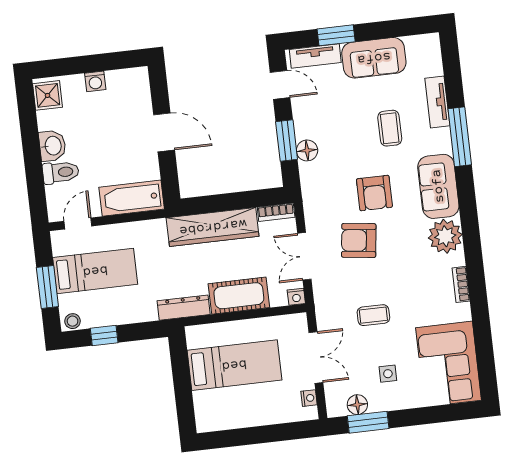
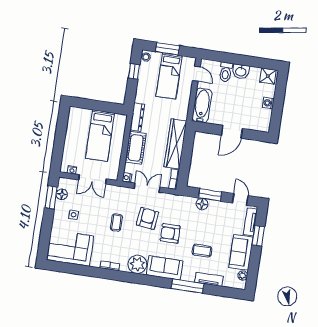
plant: (414, 44) -> (243, 275), added
door: (280, 85) -> (240, 199), swing flipped
coffee table: (373, 315) -> (116, 222), moved

